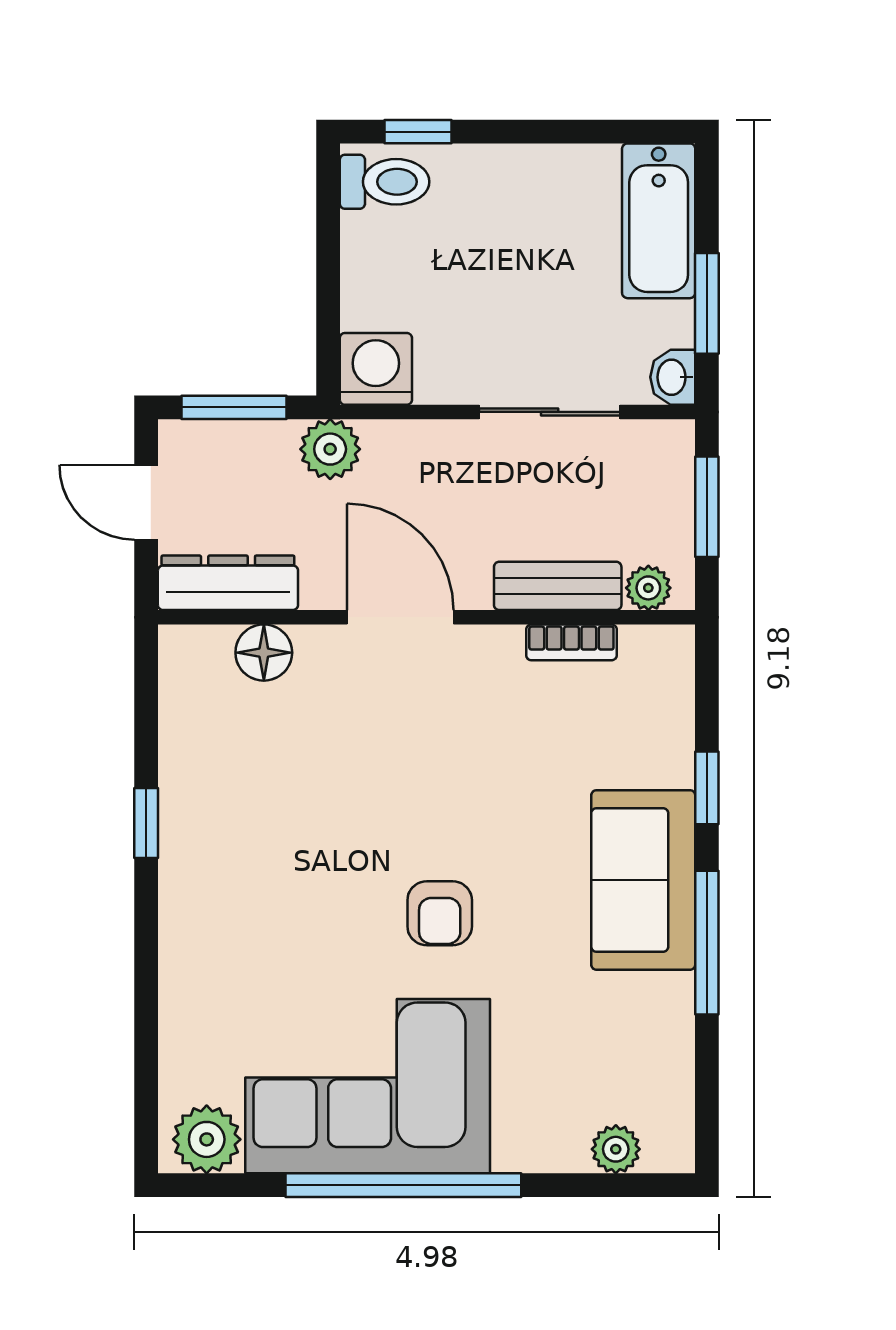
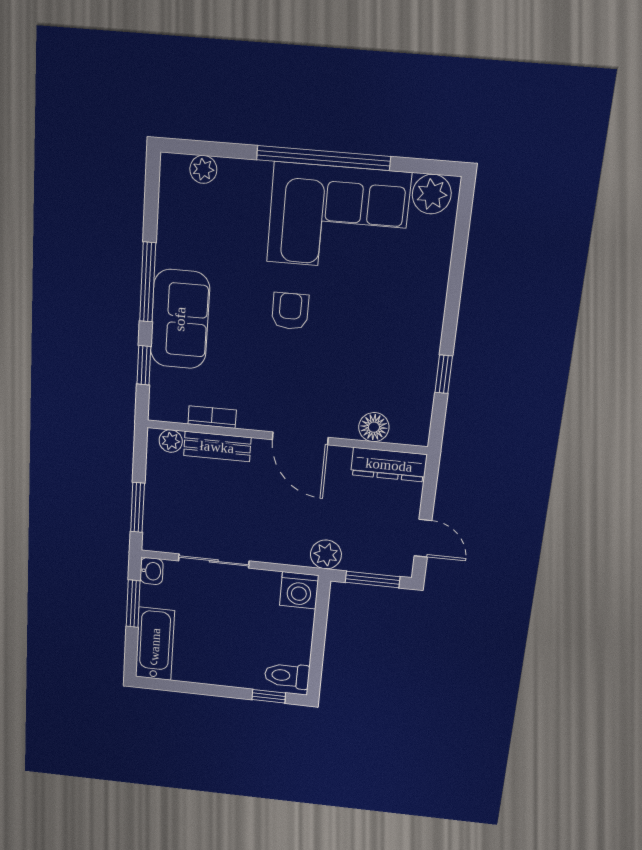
dresser: (228, 583) -> (389, 465), moved
bench: (558, 586) -> (217, 447), moved
plant: (648, 588) -> (171, 441), moved
door: (400, 617) -> (300, 438), moved
wall: (427, 617) -> (287, 437), moved
bookcase: (571, 642) -> (212, 417), moved
floor lamp: (264, 653) -> (374, 427), moved

